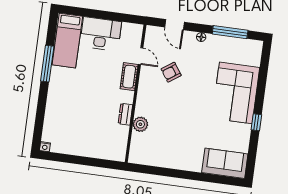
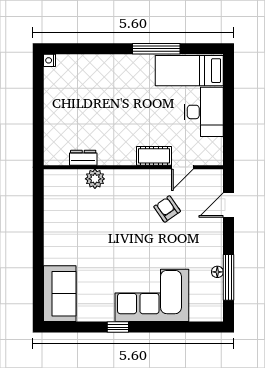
floor lamp: (201, 37) -> (217, 272), moved
dresser: (125, 114) -> (83, 158), moved

